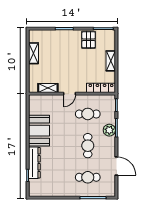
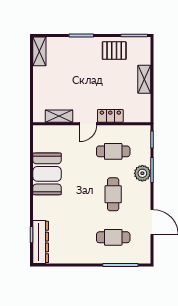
pallet: (89, 40) -> (114, 51), turned 90
shelving: (33, 53) -> (39, 51), moved
locker: (101, 88) -> (110, 116), moved, width x0.66
dresser: (34, 163) -> (41, 242), moved

